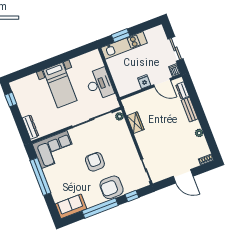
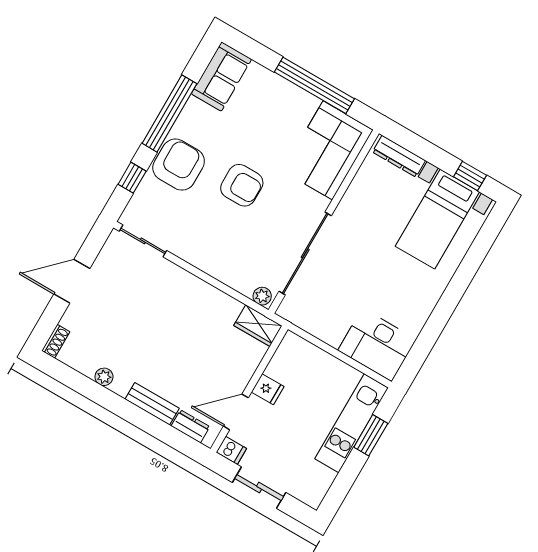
desk: (99, 84) -> (377, 345), moved
bed with nightstands: (60, 85) -> (437, 219), moved, turned -90
wardrobe: (135, 123) -> (258, 326), moved

